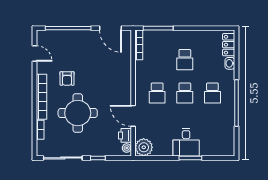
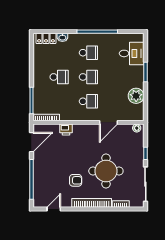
printer: (125, 135) -> (66, 130), moved
desk: (186, 142) -> (132, 53), moved
plant: (144, 147) -> (136, 96), moved

